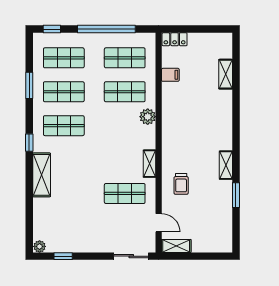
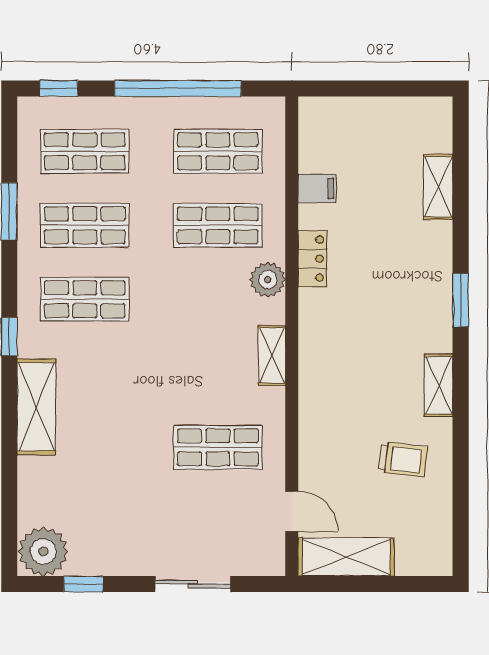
locker: (175, 39) -> (312, 259), moved, turned -90
shelving: (150, 164) -> (272, 356), moved
trolley: (181, 184) -> (403, 460), moved, turned -83
window: (236, 195) -> (461, 300), moved
plant: (40, 246) -> (43, 552), width x1.88, depth x1.88
shelving: (176, 246) -> (346, 557), width x1.50, depth x1.33
sliding door: (131, 256) -> (193, 584), moved

